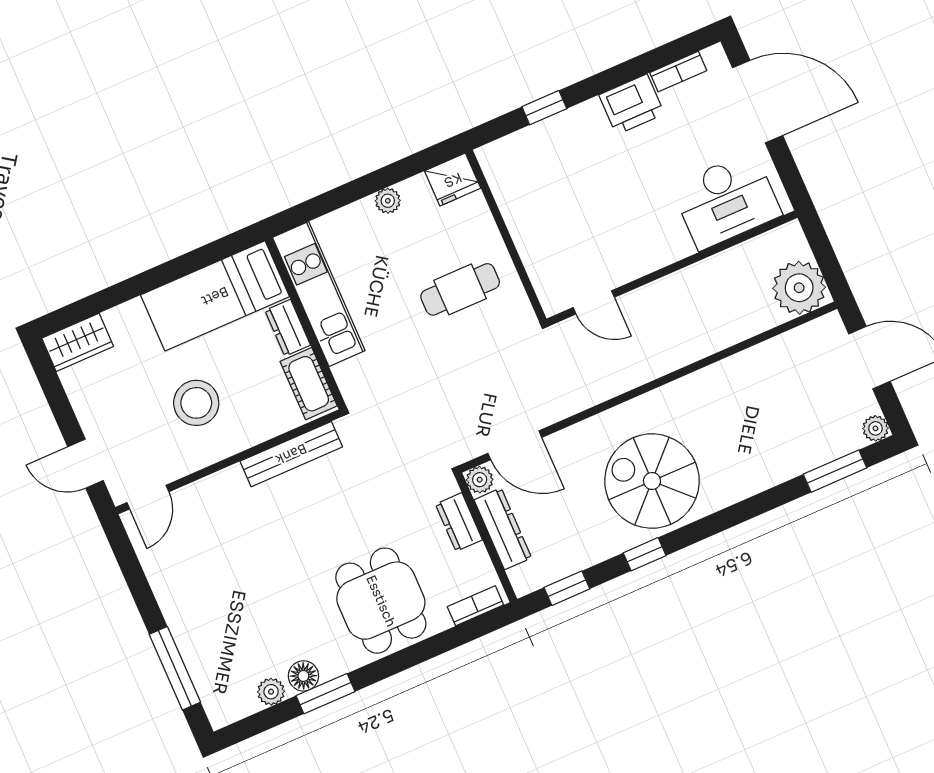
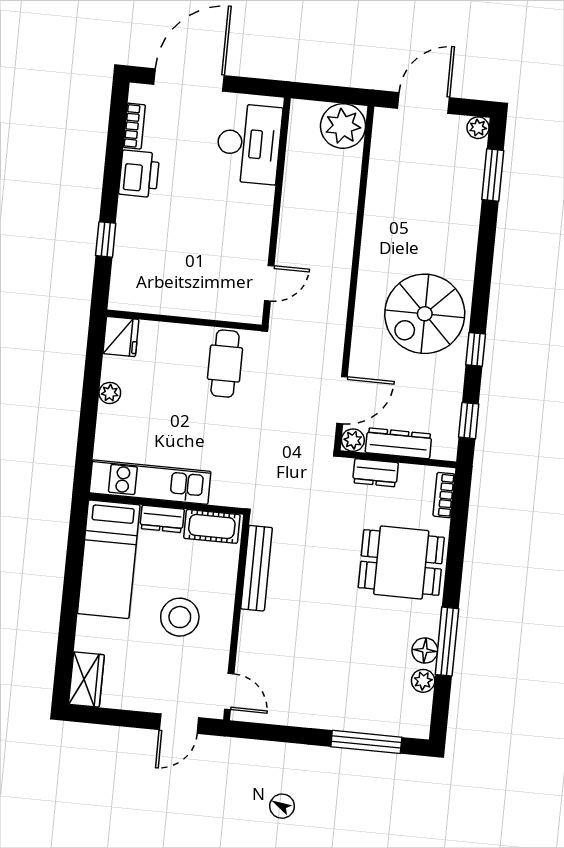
cafe table: (460, 289) -> (225, 364), moved
window: (325, 694) -> (447, 642), width x1.44

